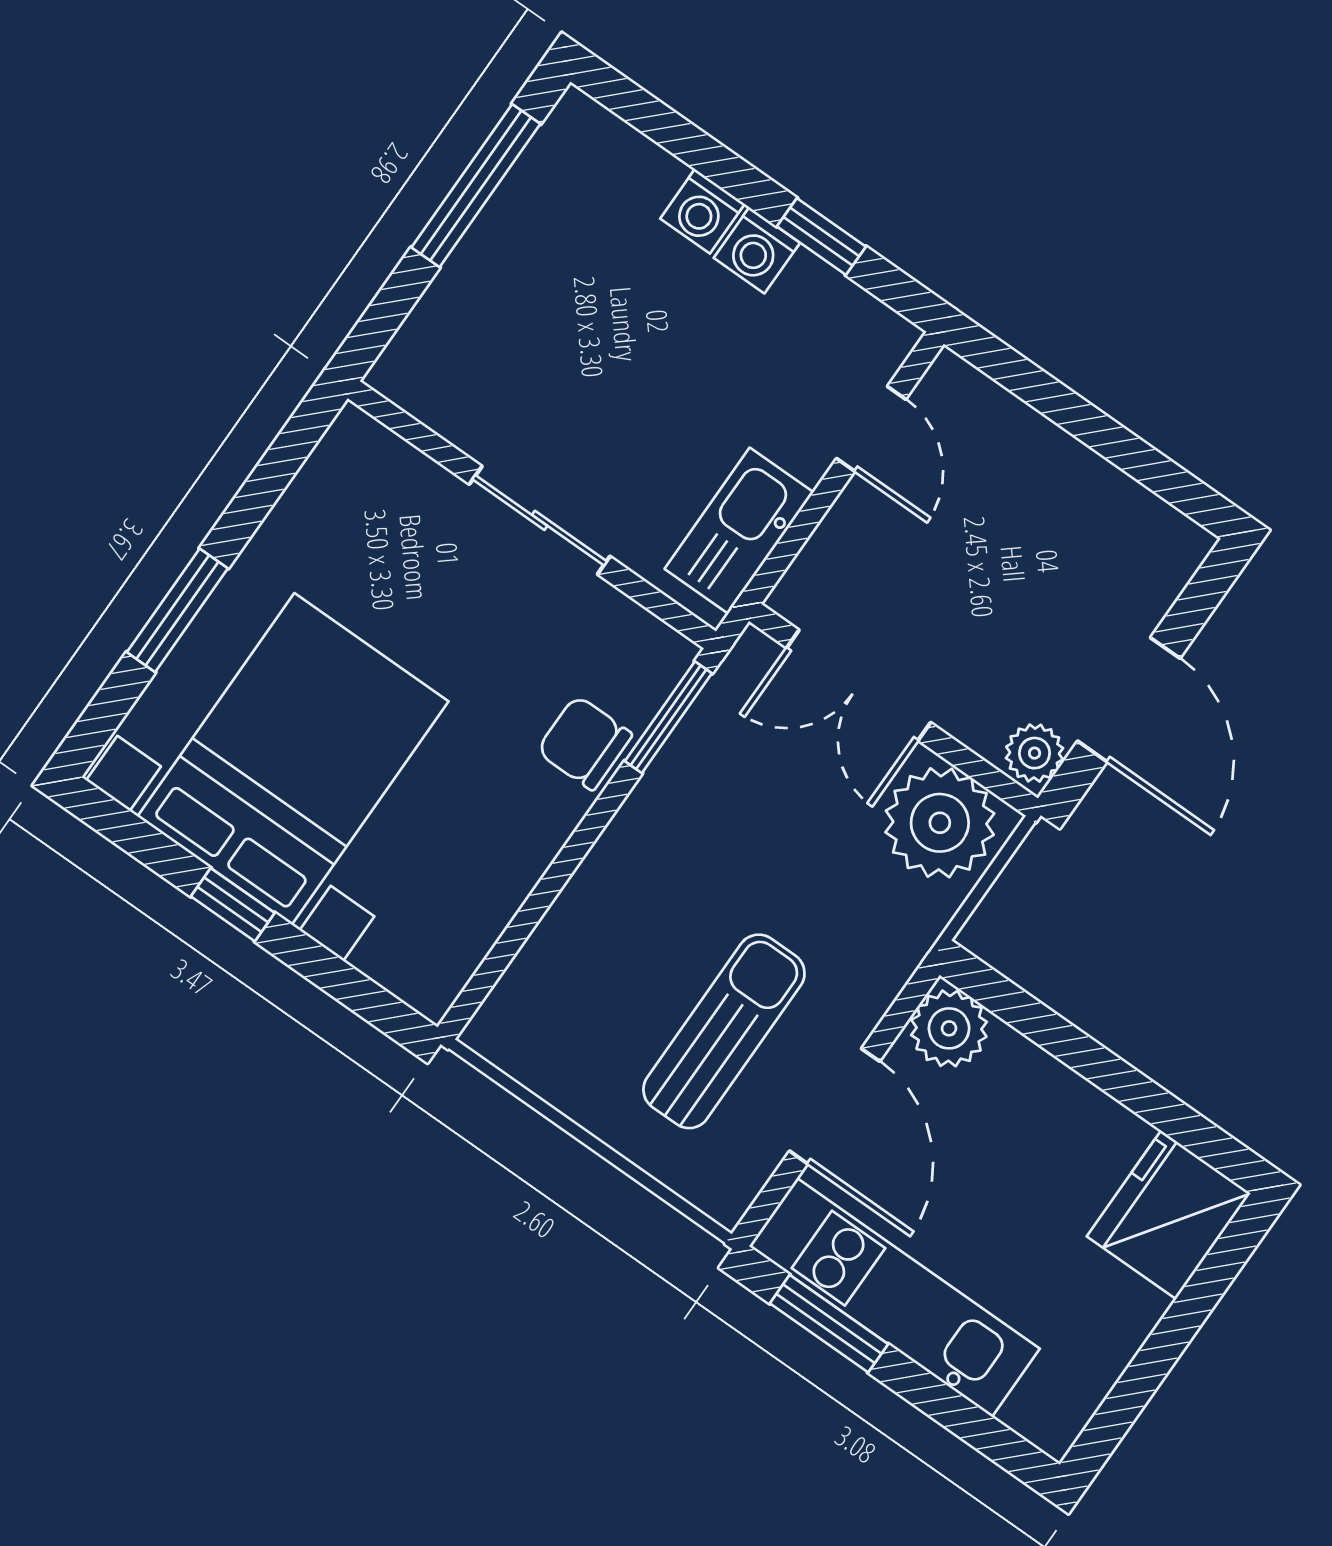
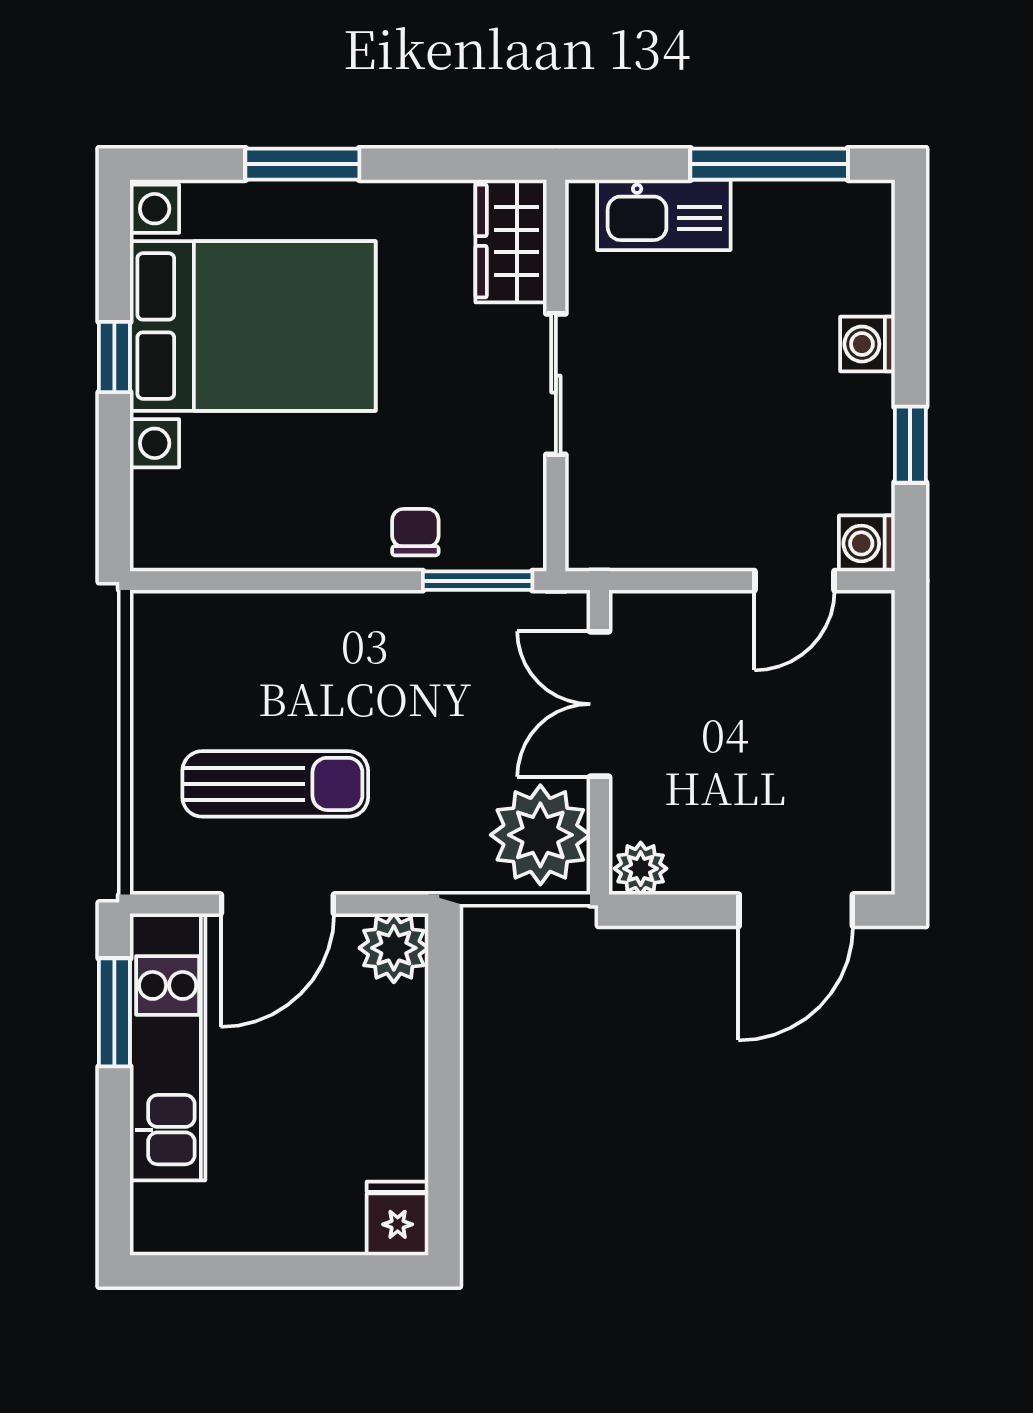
washing machine: (757, 250) -> (867, 543), moved
wardrobe: (381, 470) -> (511, 241), added
kitchen sink: (739, 531) -> (664, 215), moved, turned 180
door: (1129, 700) -> (796, 910), moved
chair: (584, 743) -> (415, 532), width x0.73, depth x0.73
fridge: (1169, 1215) -> (398, 1218), width x0.53, depth x0.75

